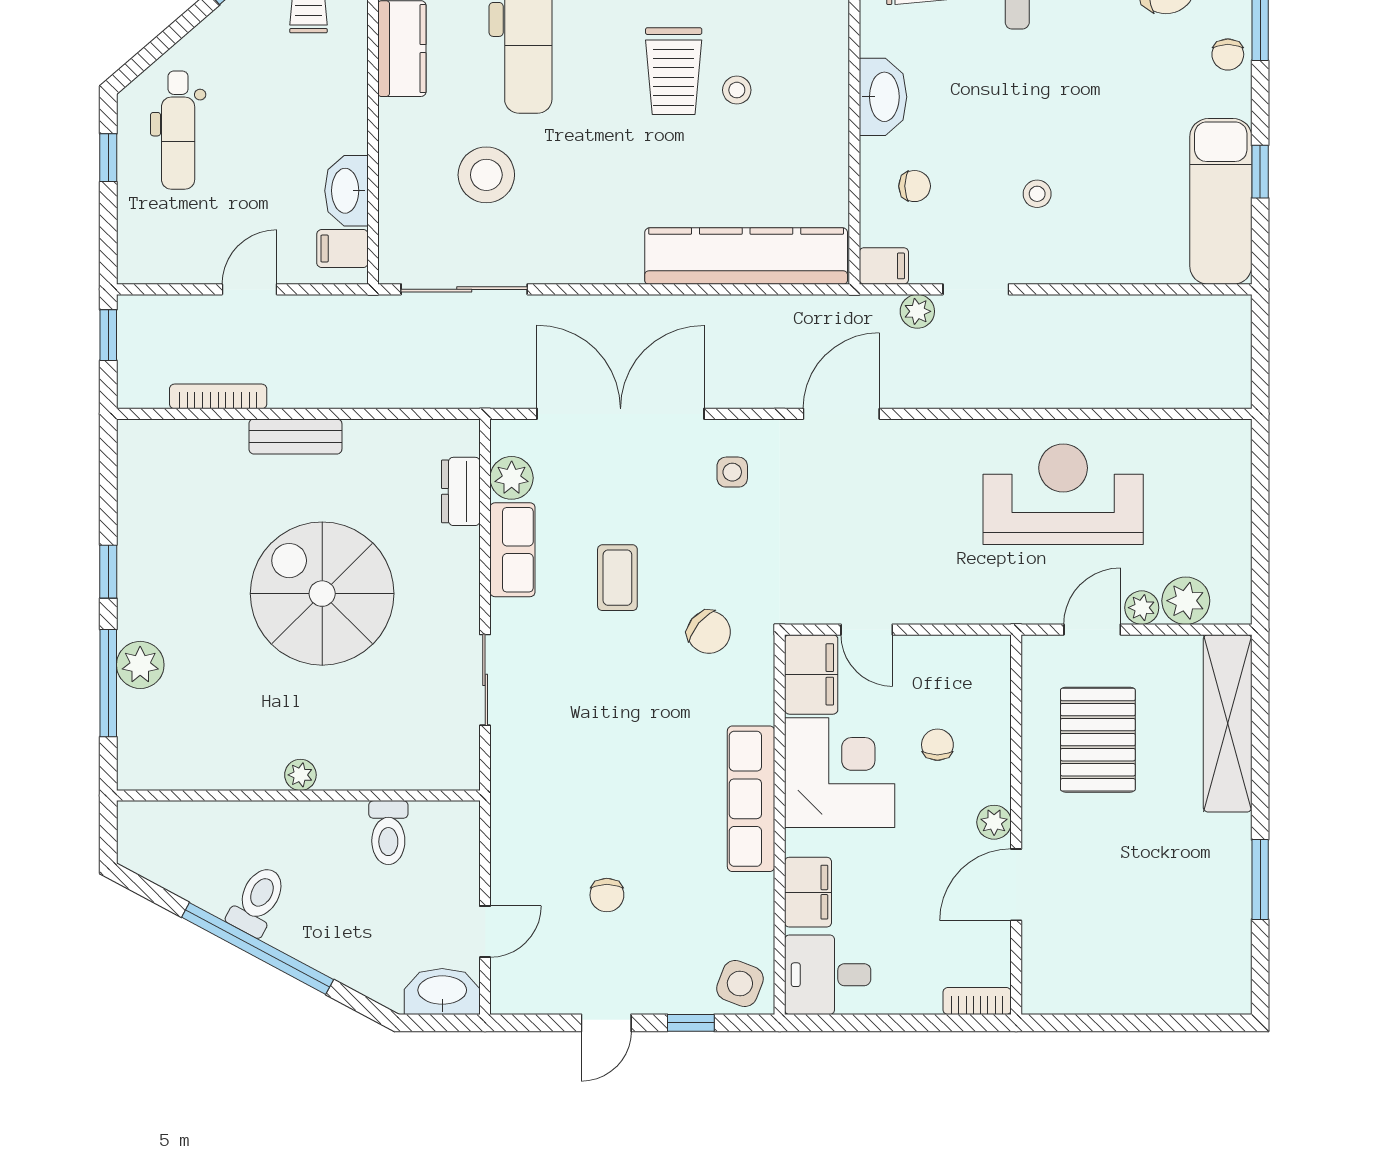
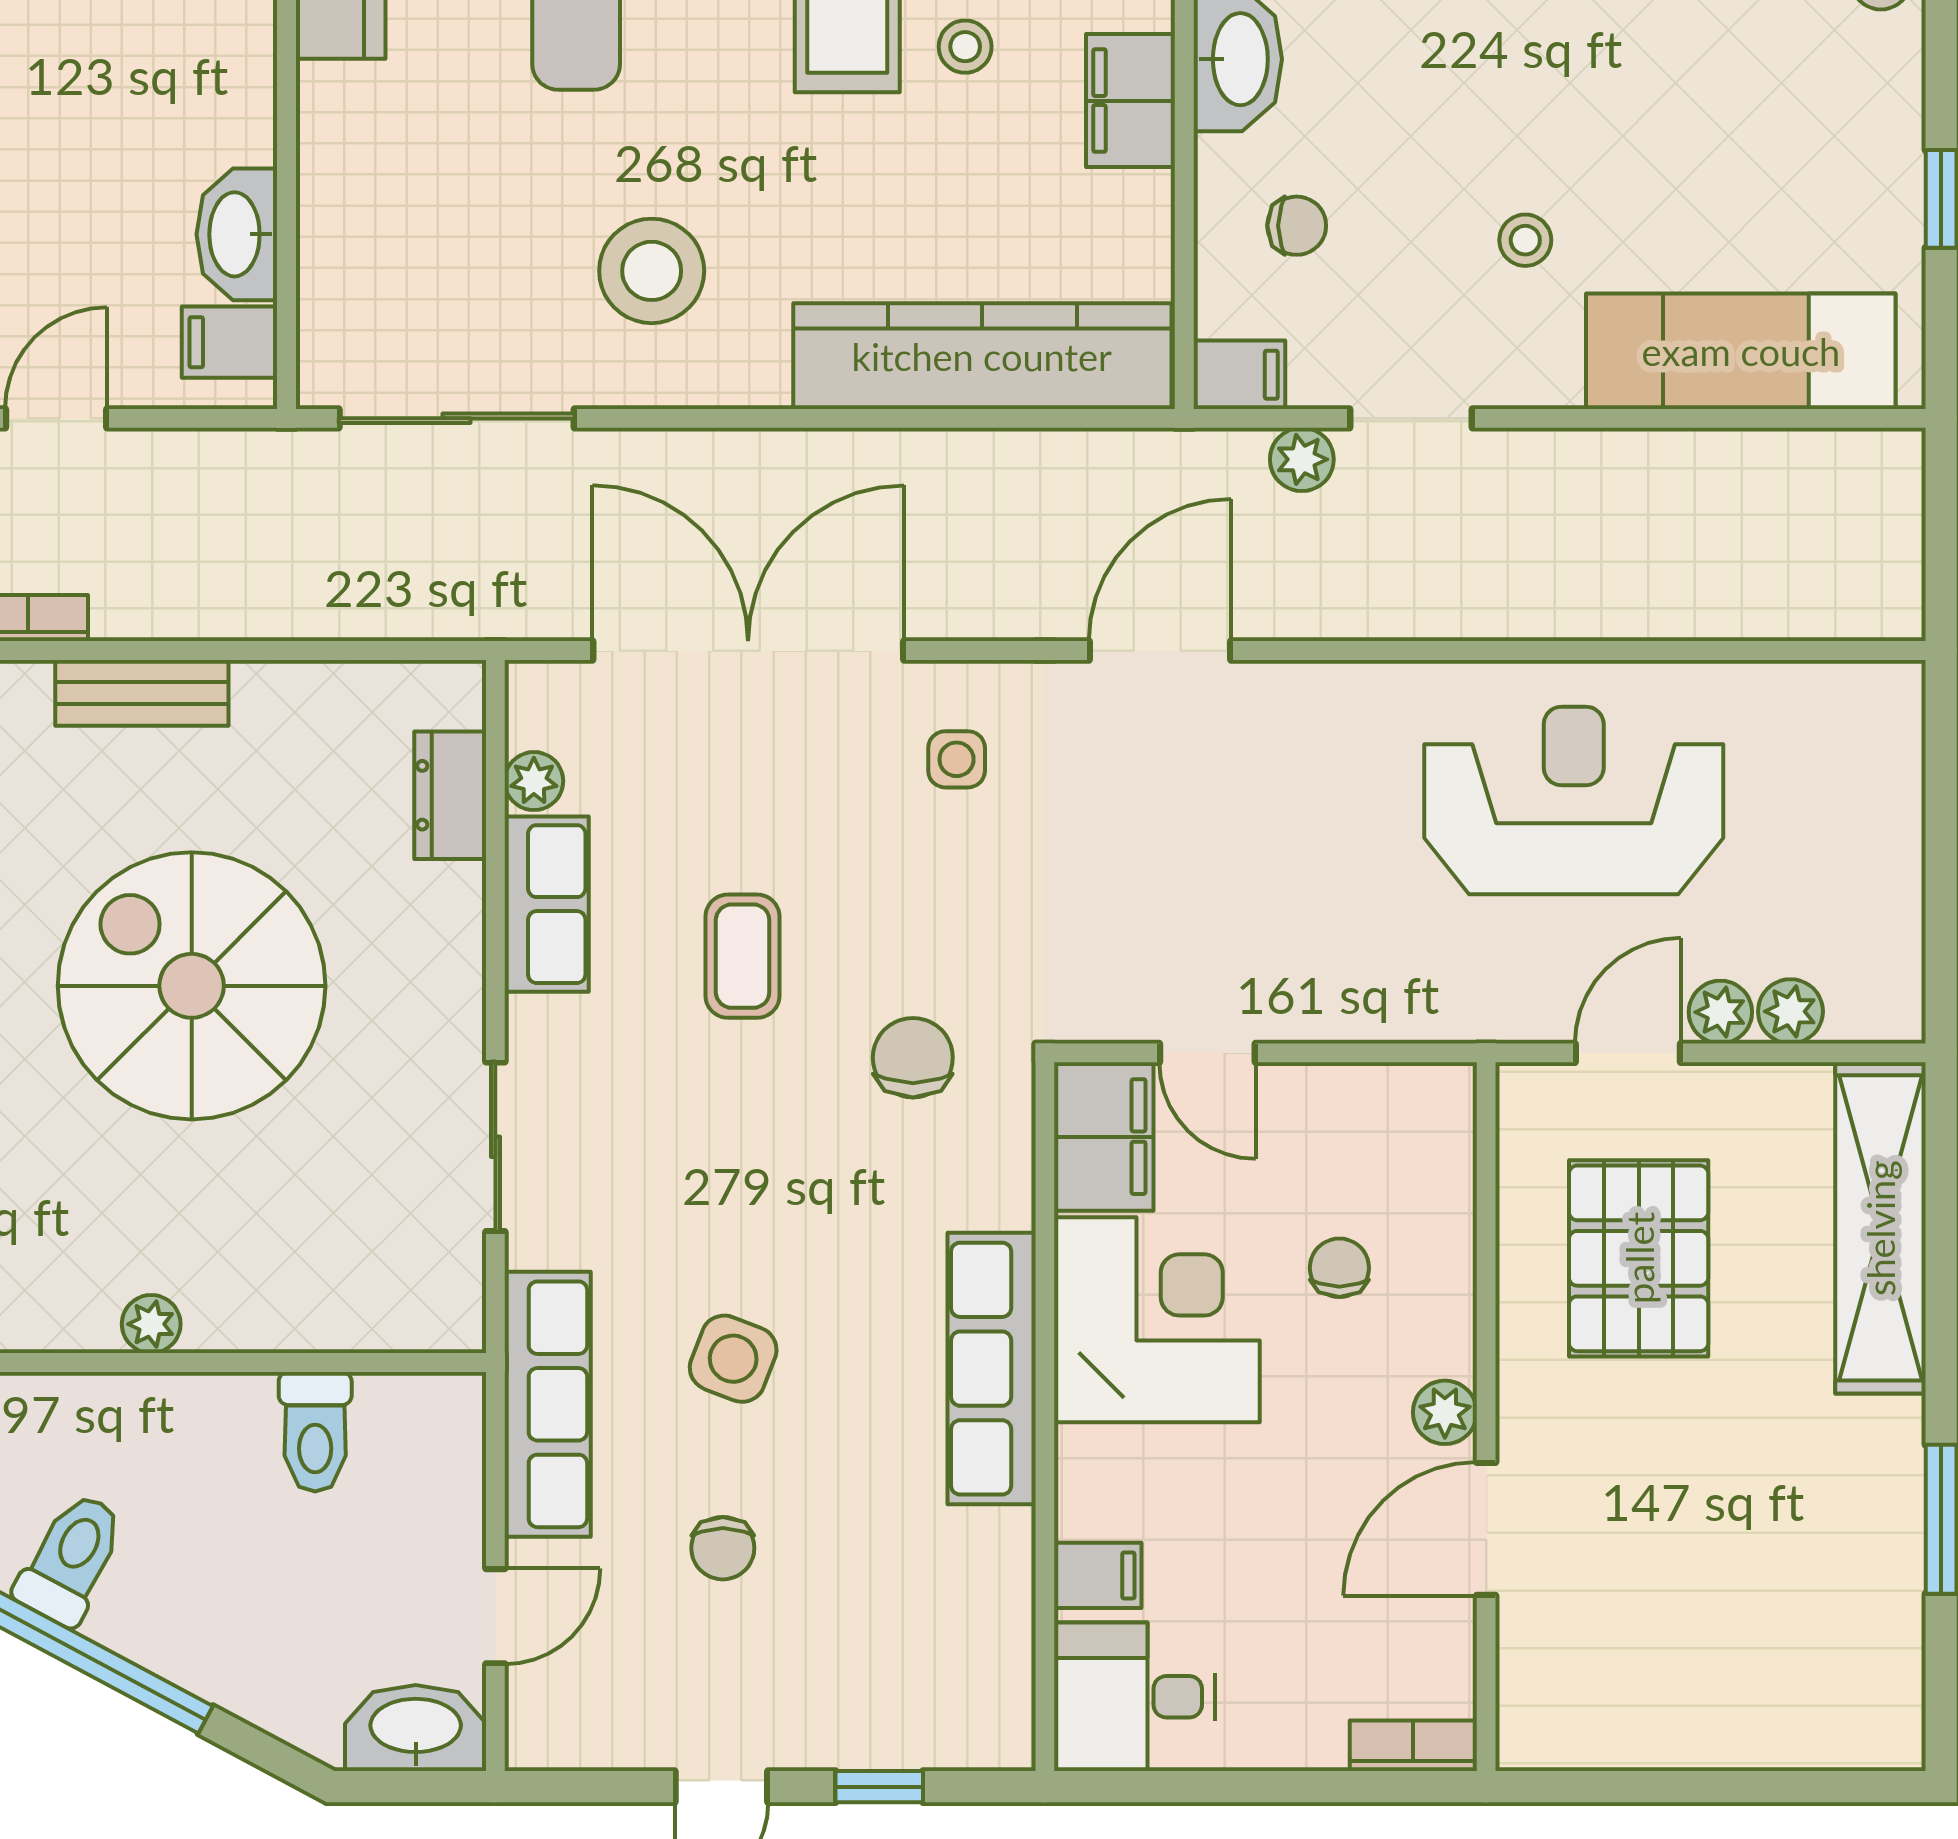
filing cabinet: (826, 119) -> (1131, 101), added
stool: (486, 175) -> (652, 271), moved
exam couch: (1221, 201) -> (1741, 351), moved, turned 90
plant: (512, 478) -> (534, 781), width x0.73, depth x0.73
plant: (1186, 601) -> (1790, 1011), width x0.73, depth x0.73
chair: (709, 632) -> (913, 1058), turned -130
row of seats: (513, 818) -> (548, 1404), added
filing cabinet: (808, 892) -> (1098, 1575), width x0.50
side table: (740, 983) -> (733, 1359), moved

